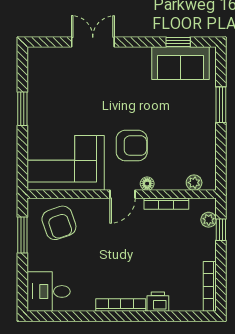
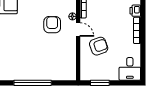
window: (22, 109) -> (33, 83), width x2.11
corner sofa: (66, 163) -> (61, 60), removed
armchair: (59, 223) -> (99, 46), moved

